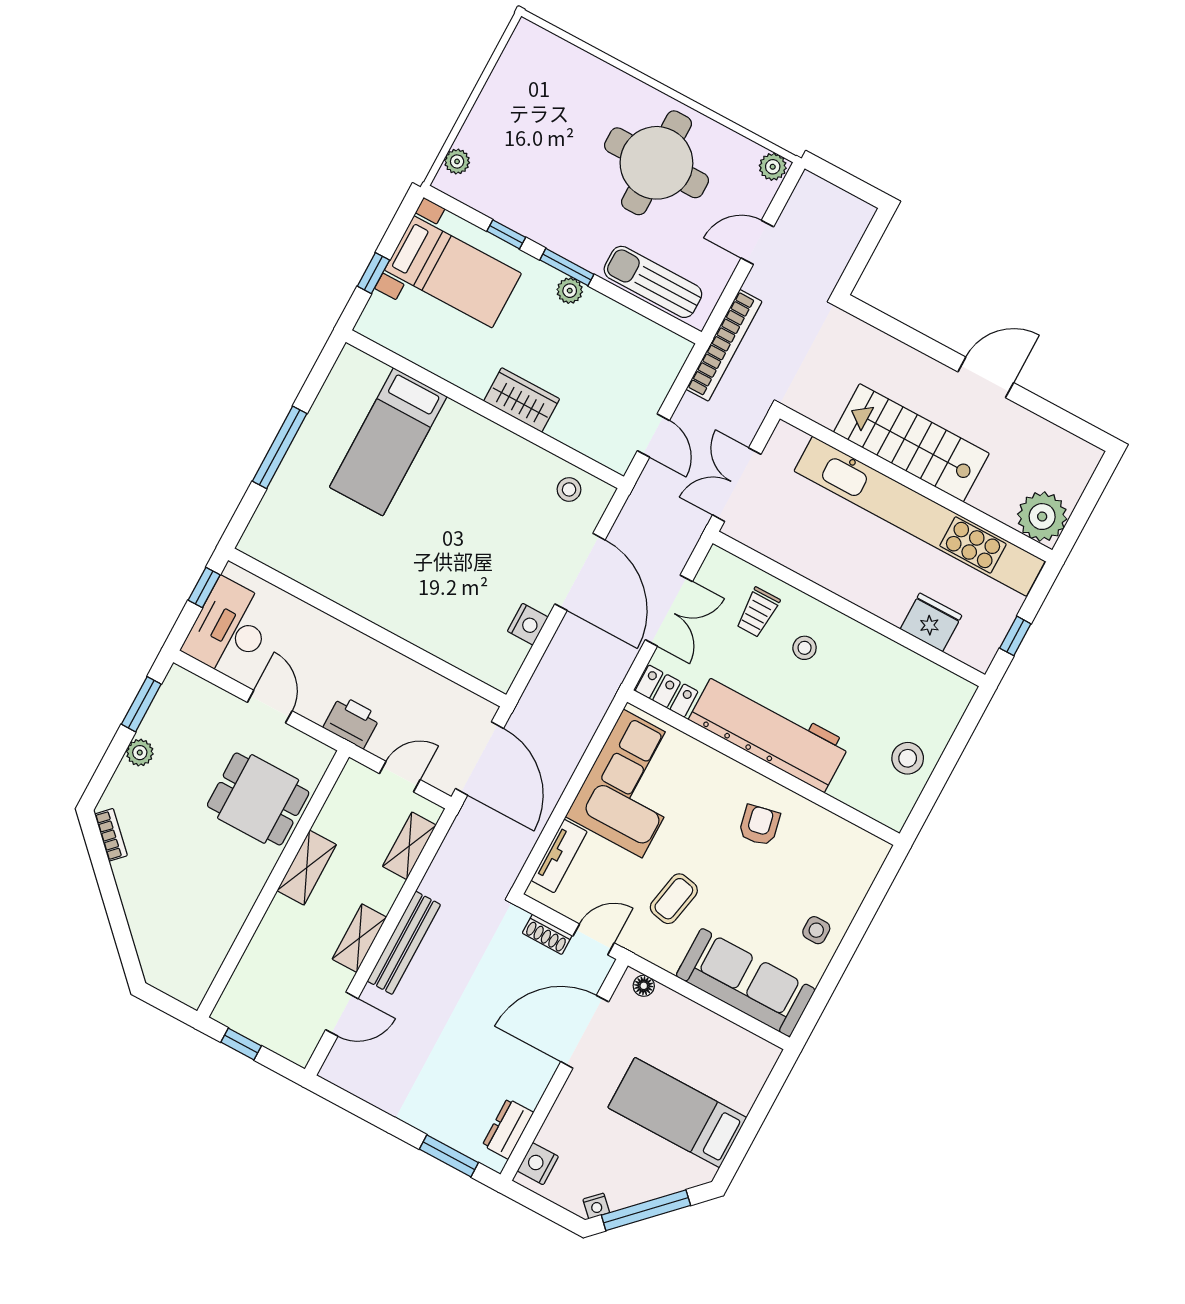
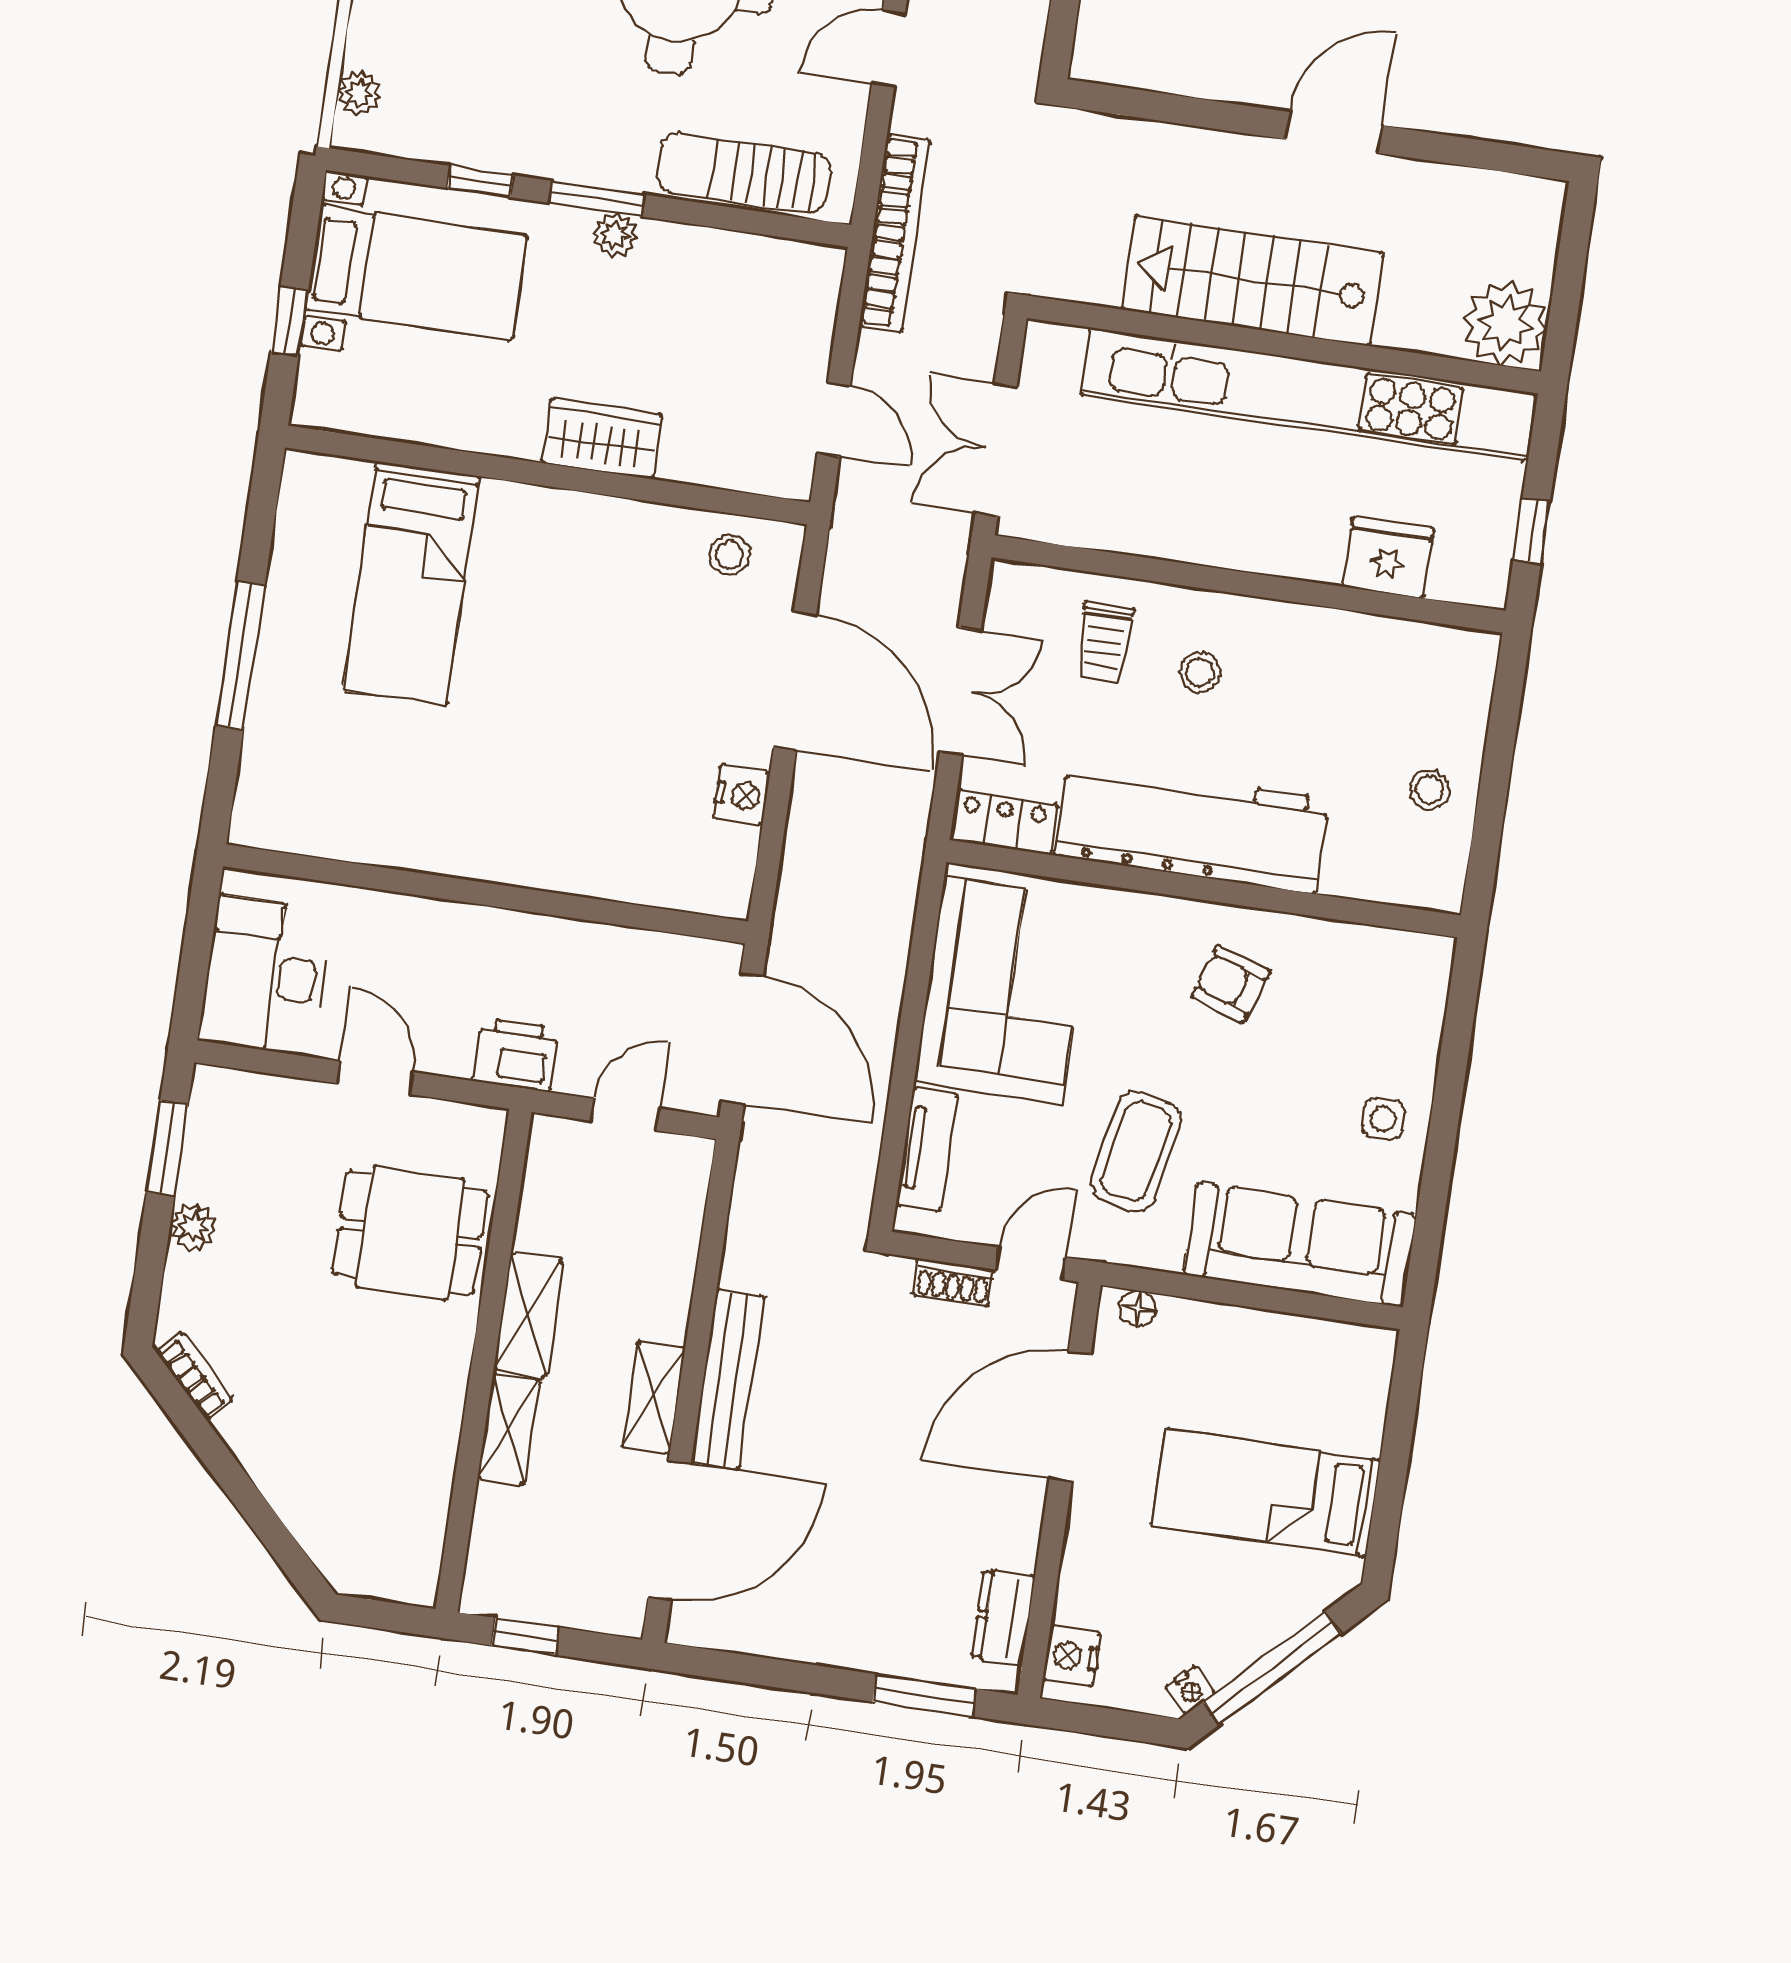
window: (204, 587) -> (200, 924), removed
stool: (908, 758) -> (1430, 790), width x0.73, depth x0.73
armchair: (759, 825) -> (1230, 984), turned -59
shelving: (409, 846) -> (509, 1430), moved
coffee table: (674, 899) -> (1136, 1151), width x1.36, depth x1.30
door: (342, 1014) -> (670, 1530), width x1.87

